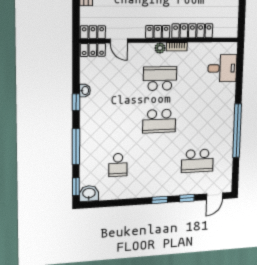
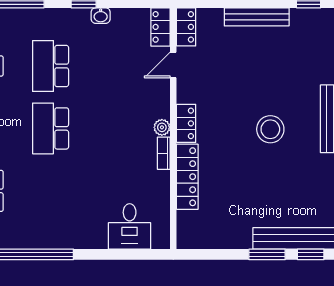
school desk: (160, 79) -> (51, 66), moved, turned 180

